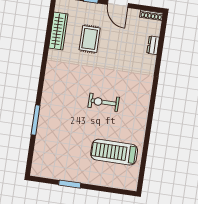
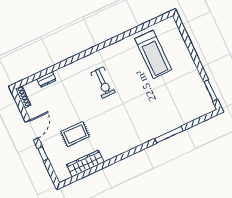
exercise bike: (104, 102) -> (103, 83), moved
window: (70, 184) -> (211, 90), moved

